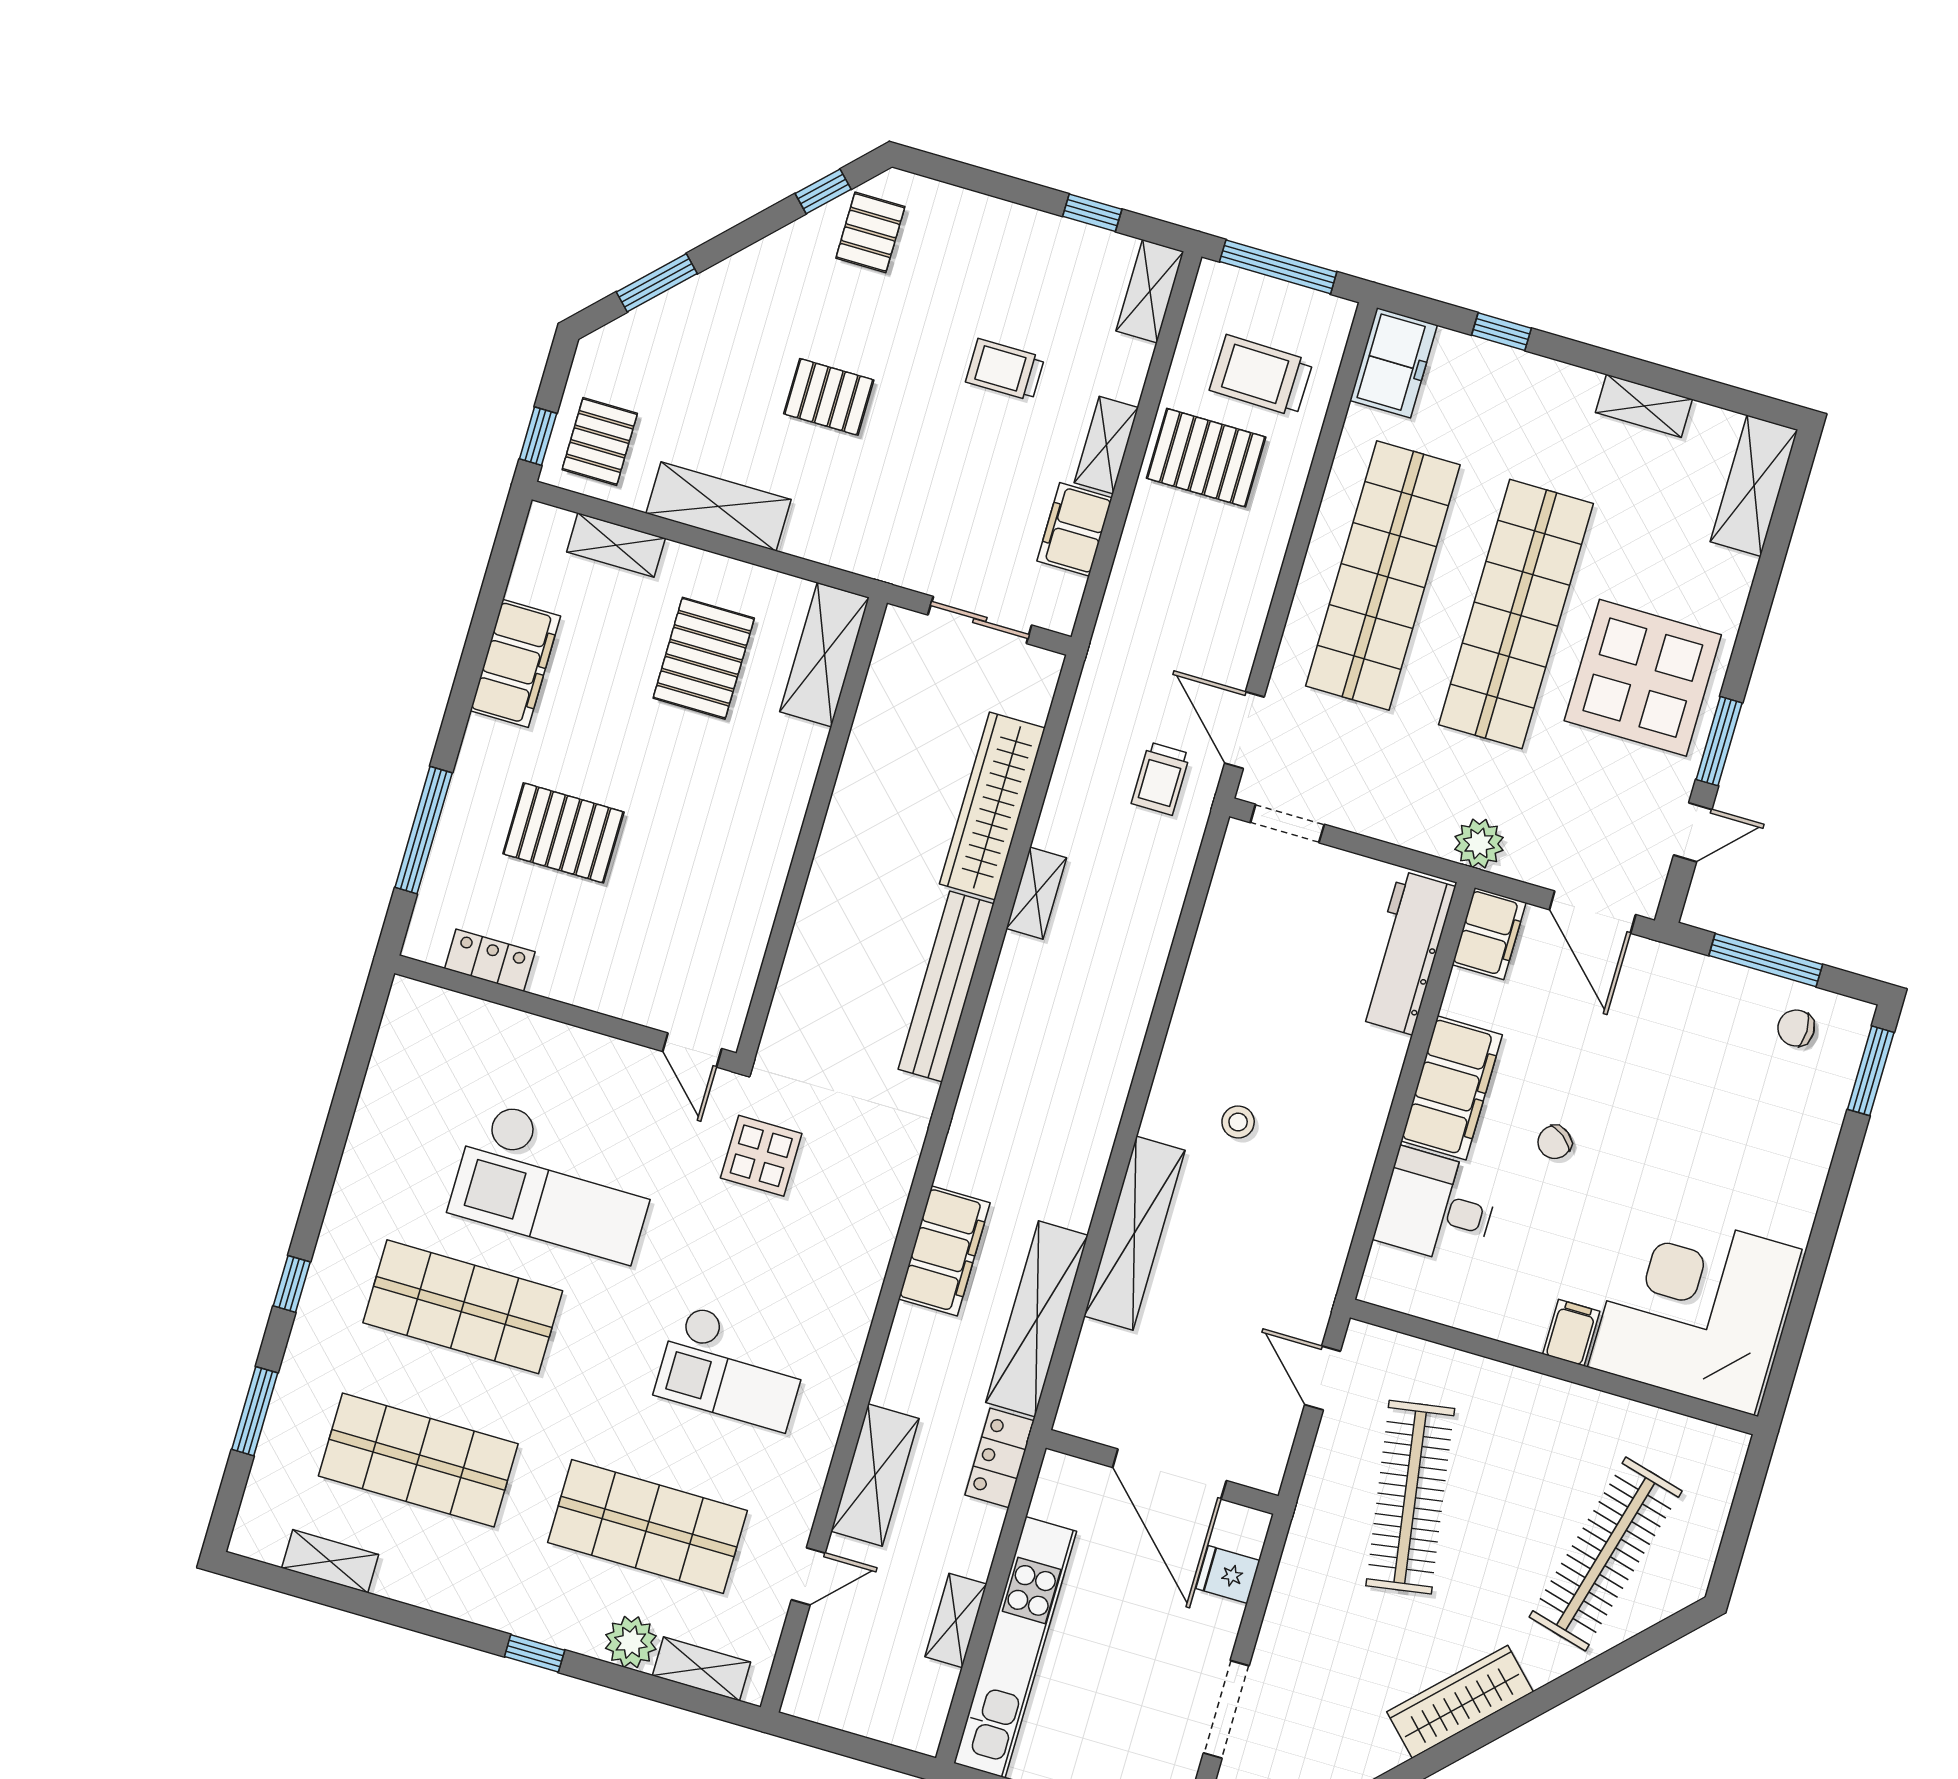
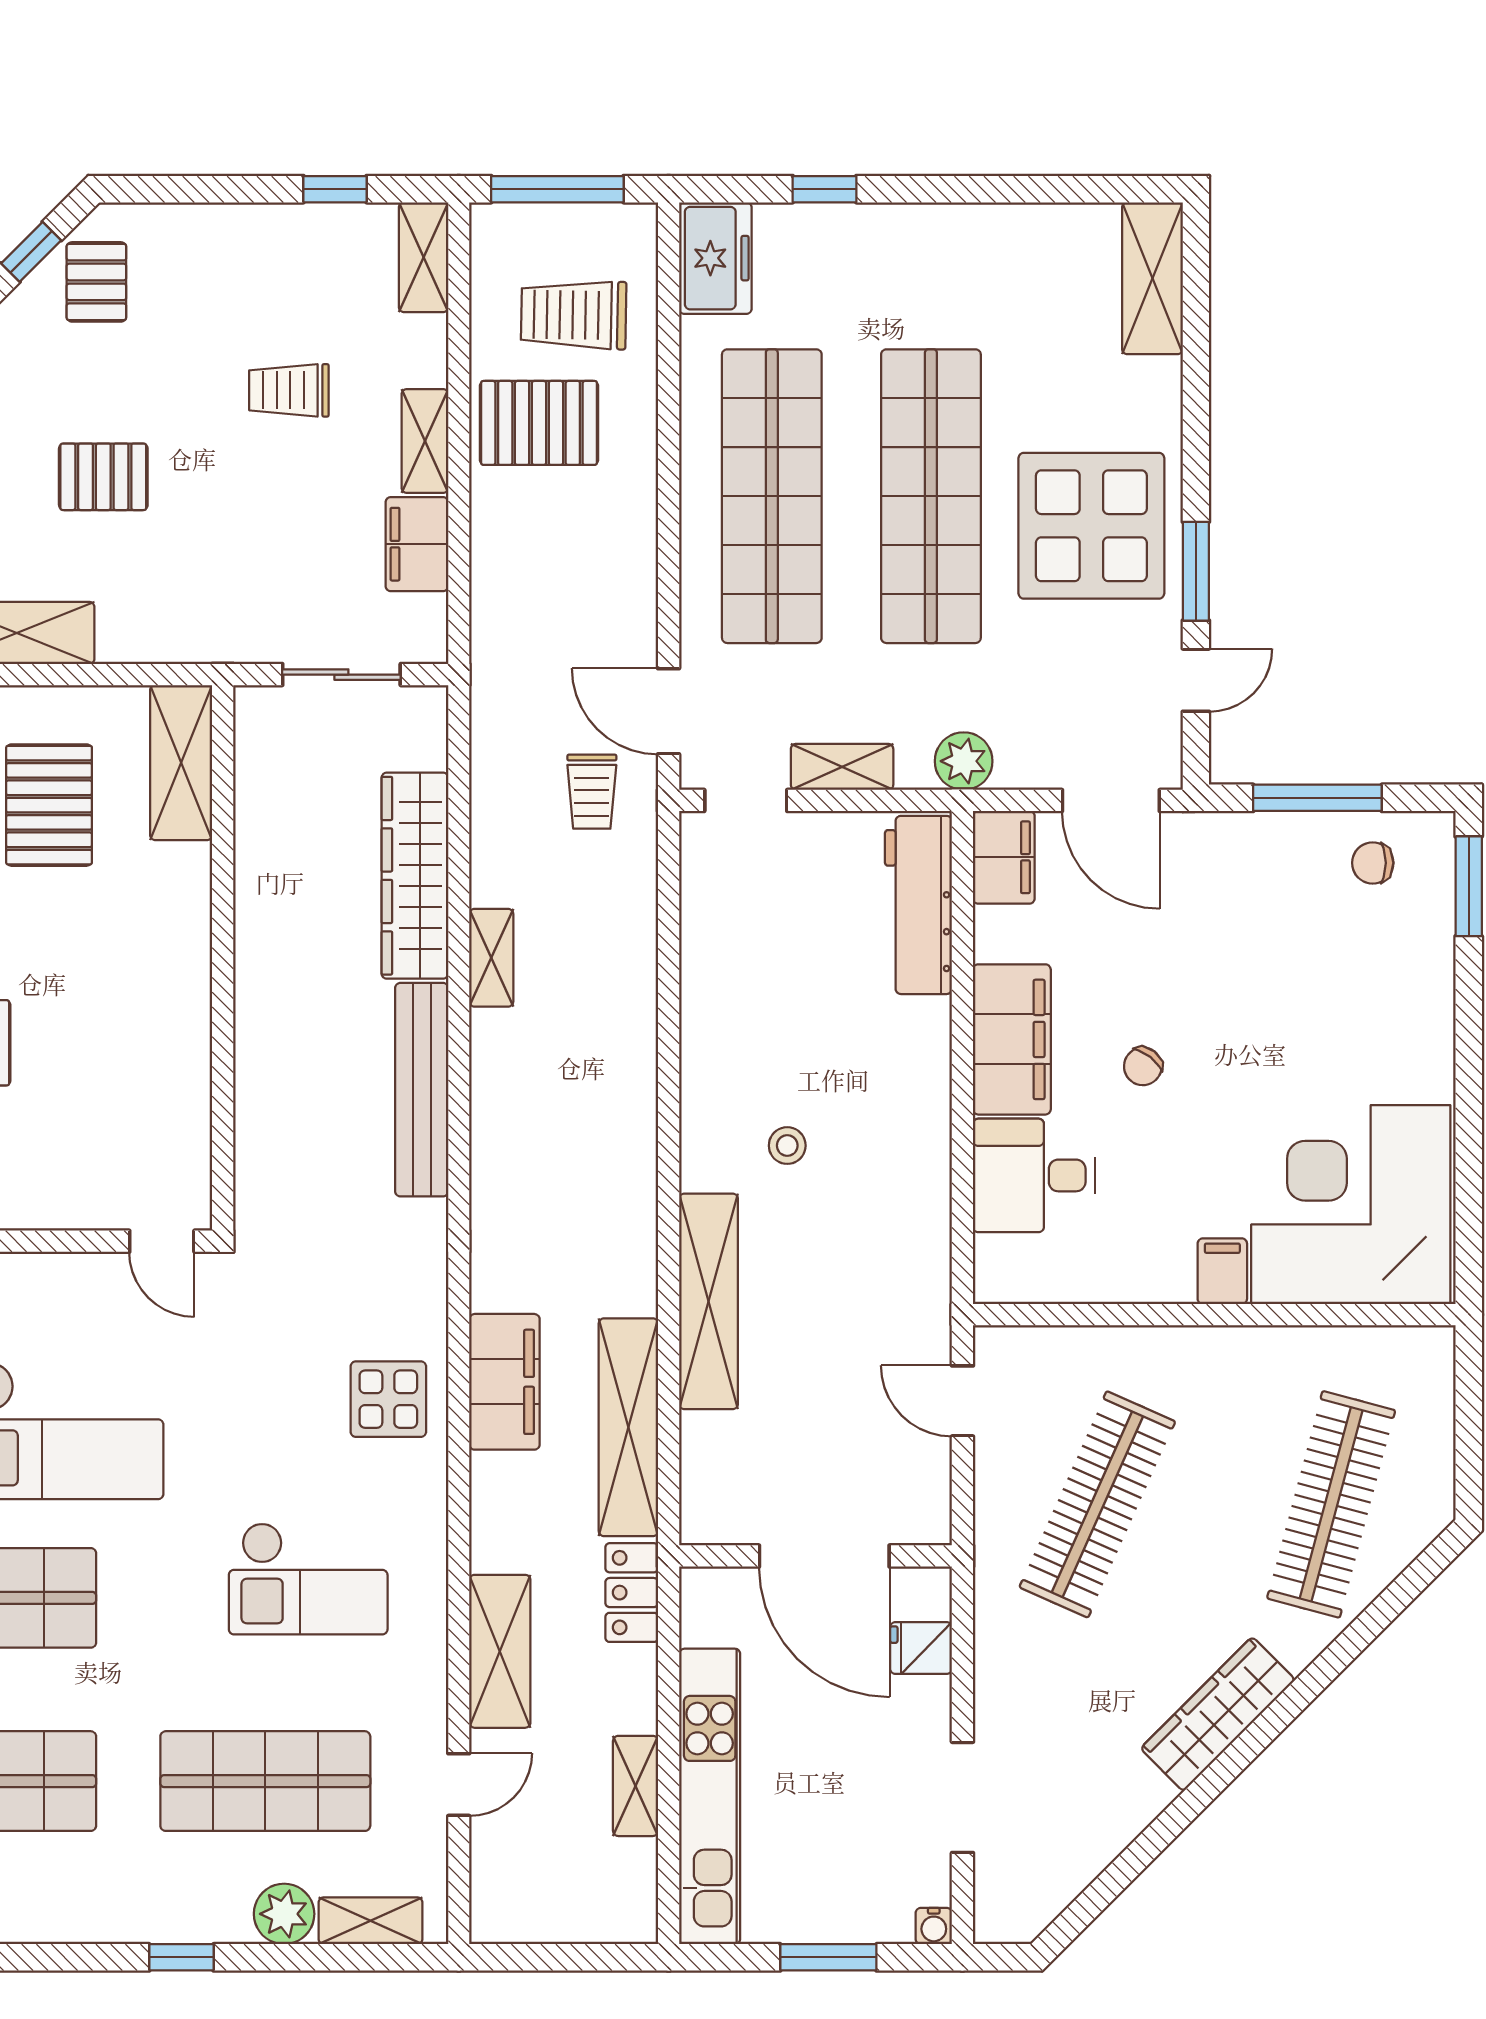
shelving: (1644, 406) -> (842, 767), moved
display table: (761, 1156) -> (388, 1399), moved
clothes rail: (1410, 1497) -> (1097, 1504), turned 33

